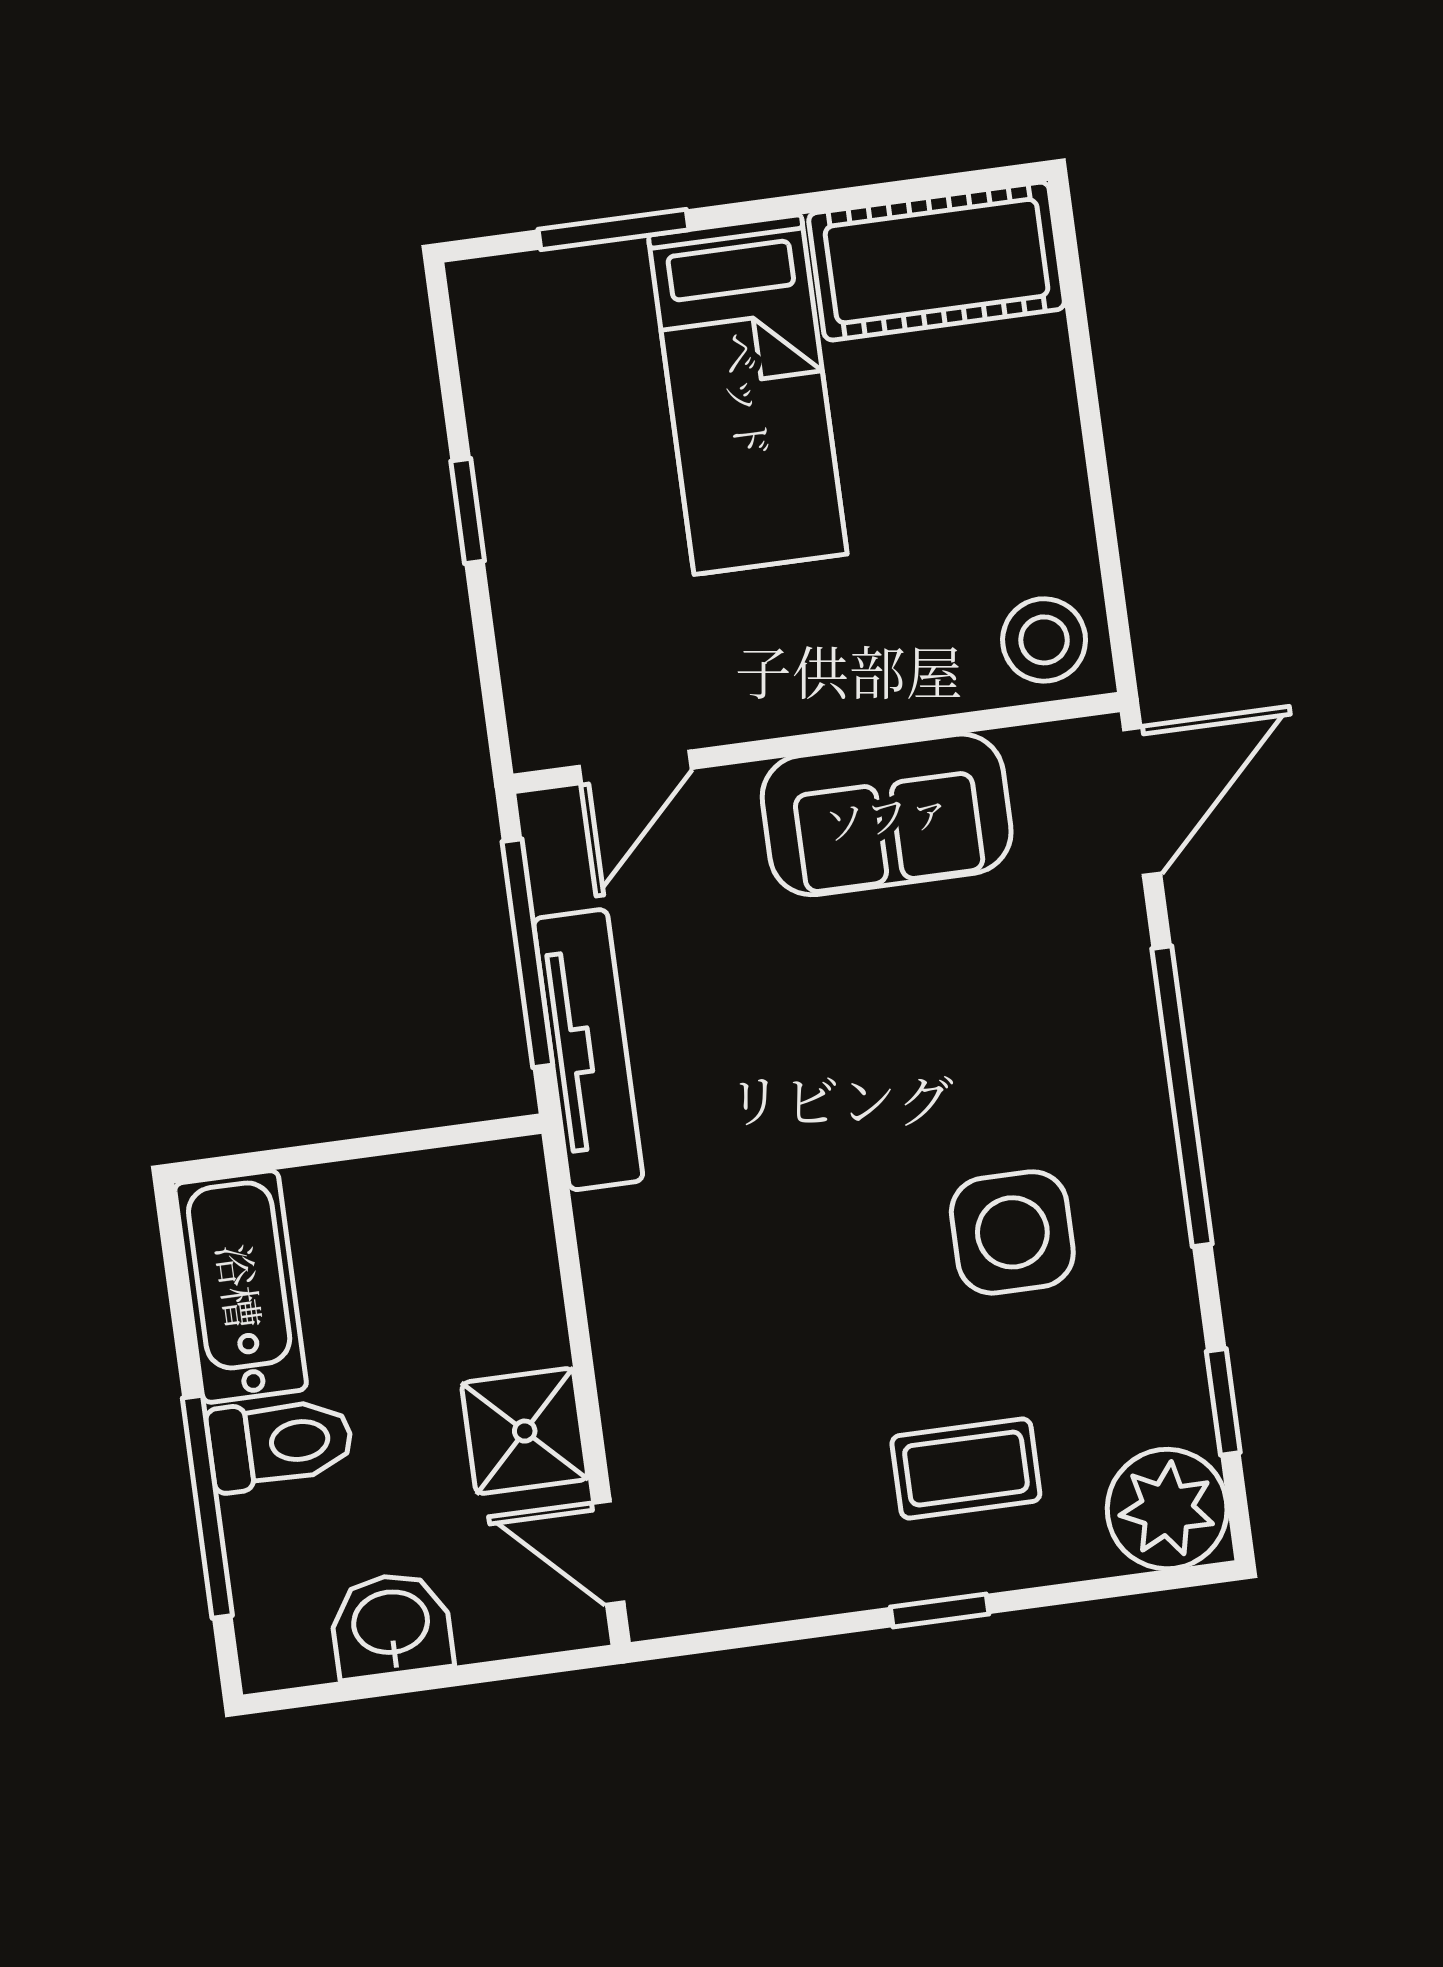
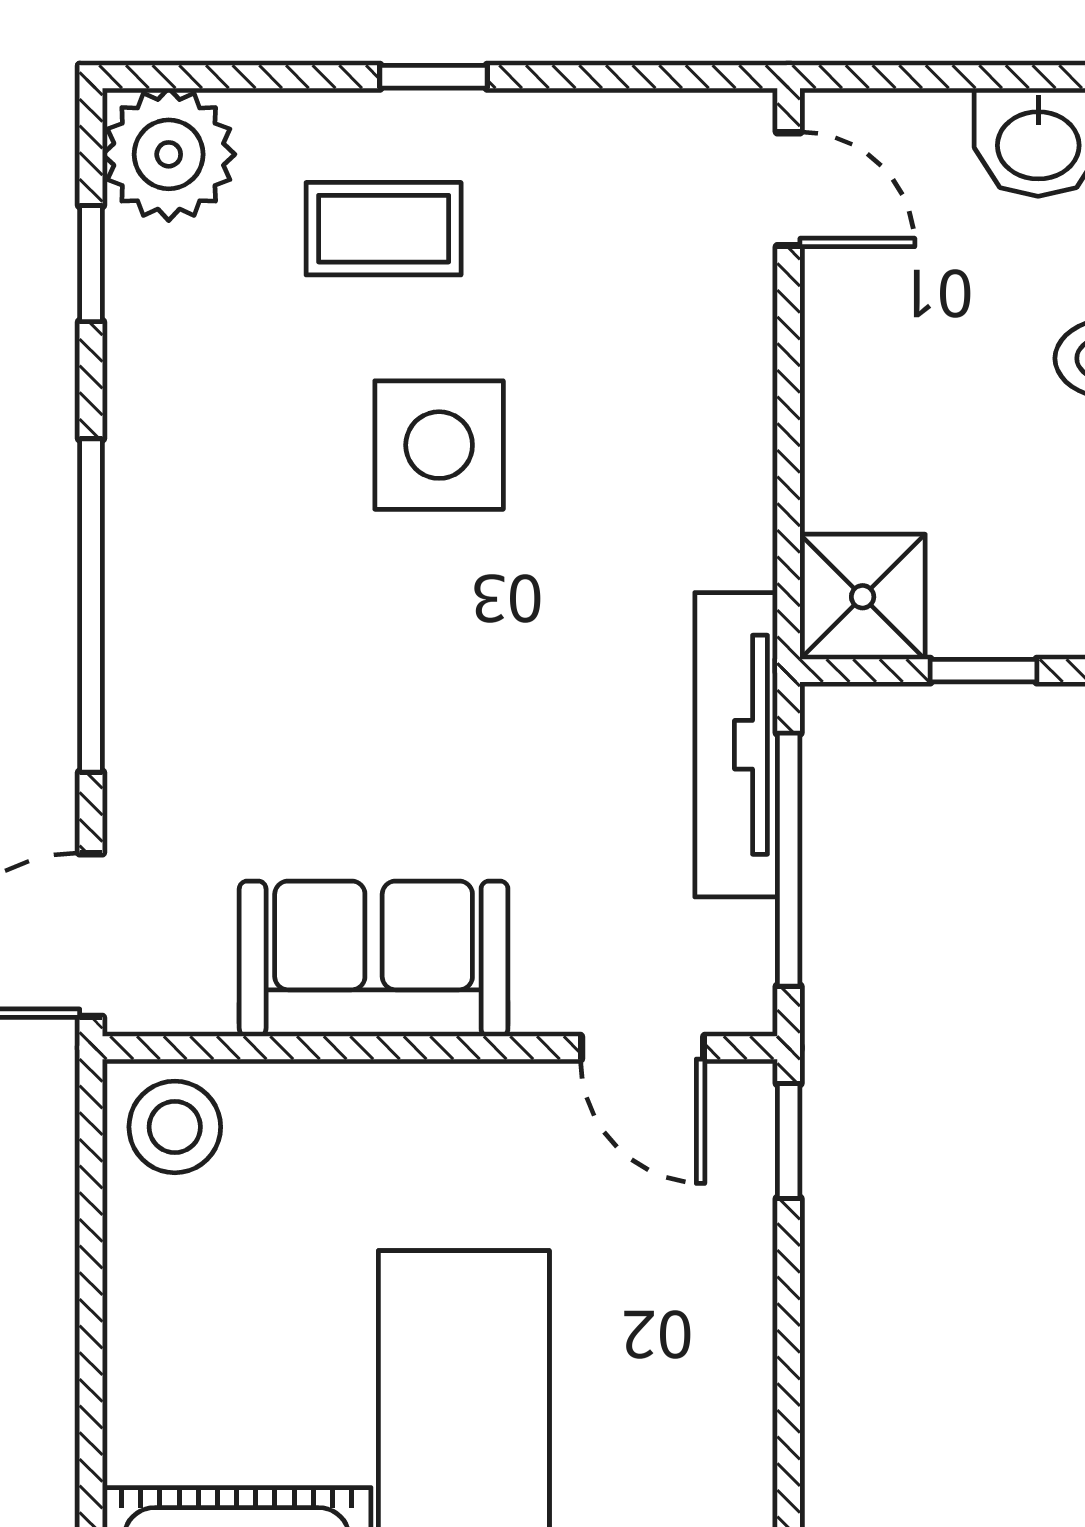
window: (468, 511) -> (789, 1141), moved
door: (635, 767) -> (643, 1048), swing flipped
window: (376, 1146) -> (983, 671), added
side table: (1012, 1232) -> (439, 445), moved
shower: (525, 1431) -> (863, 597), moved

